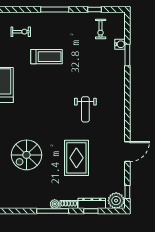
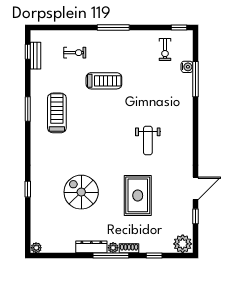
window: (95, 10) -> (179, 28), moved
window: (127, 55) -> (195, 79), width x1.44
spiral stairs: (26, 155) -> (81, 192), turned 90
window: (127, 192) -> (195, 216), moved
dresser: (92, 203) -> (91, 247), moved

